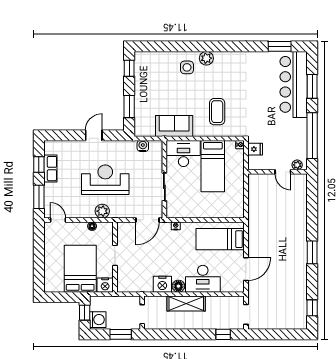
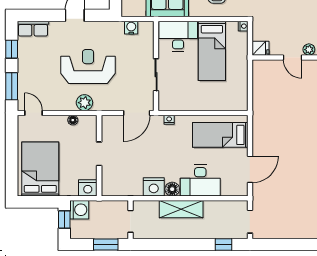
fridge: (255, 149) -> (260, 48), moved
row of seats: (50, 169) -> (33, 29), moved, turned 90
bed: (80, 269) -> (40, 169), moved
washing machine: (98, 320) -> (79, 210), moved

